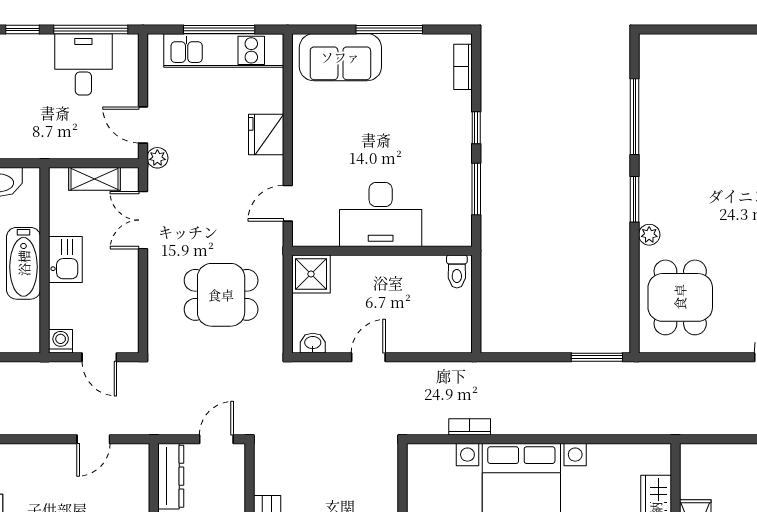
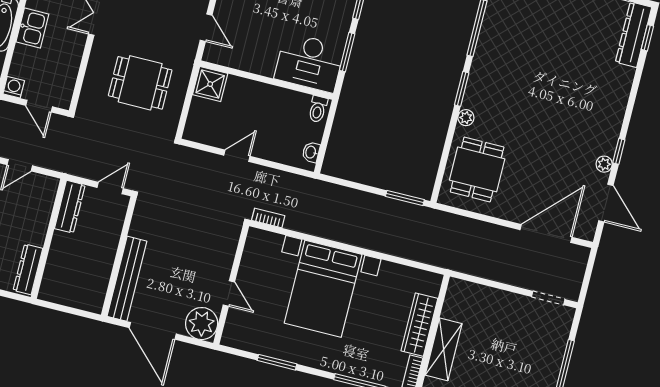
door: (288, 203) -> (206, 28), swing flipped
desk: (381, 214) -> (309, 62), moved
washbasin: (313, 343) -> (311, 152), moved, turned -90
bookcase: (470, 427) -> (268, 218), moved

